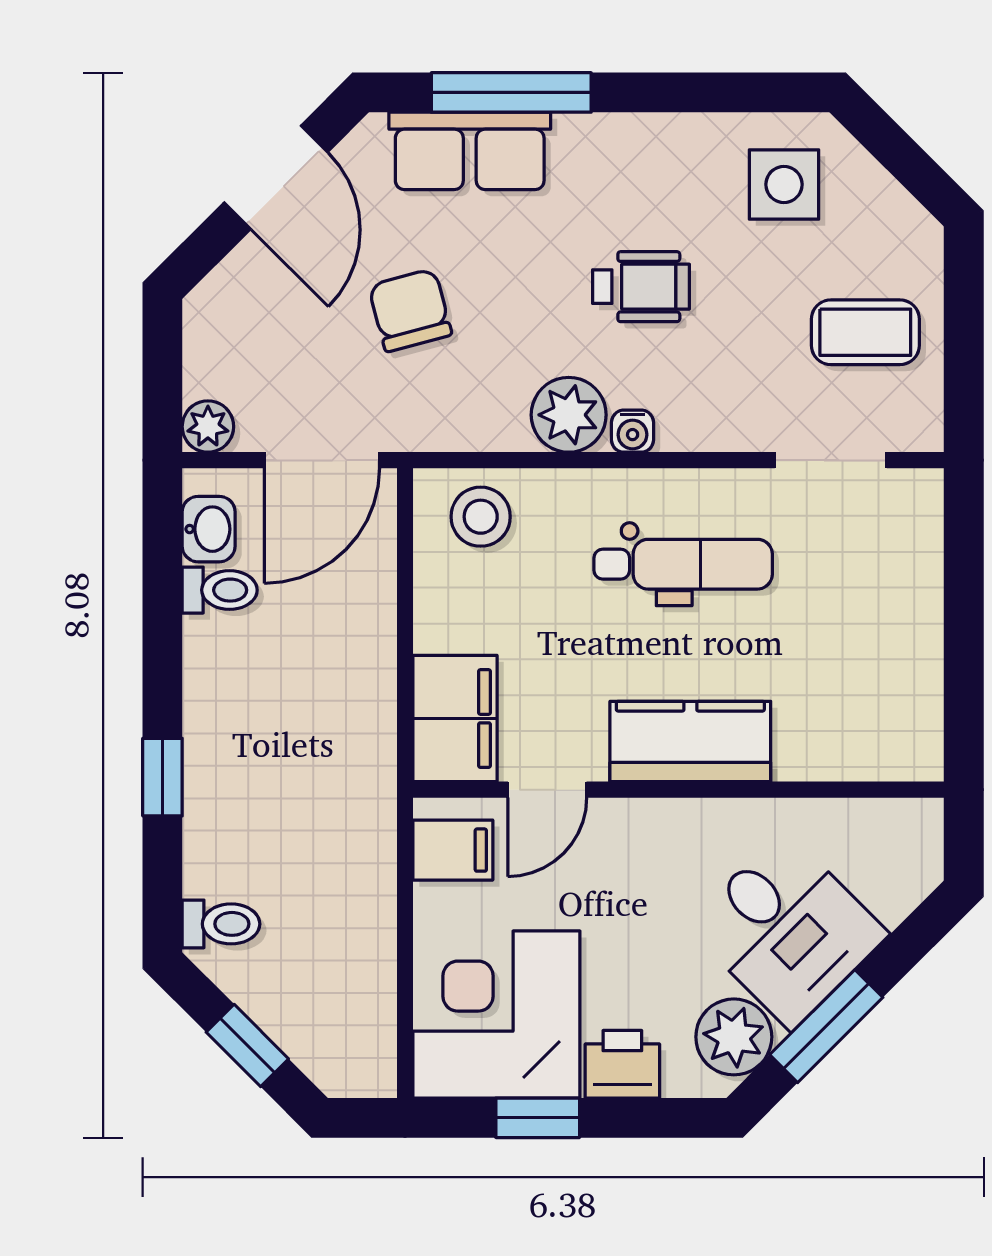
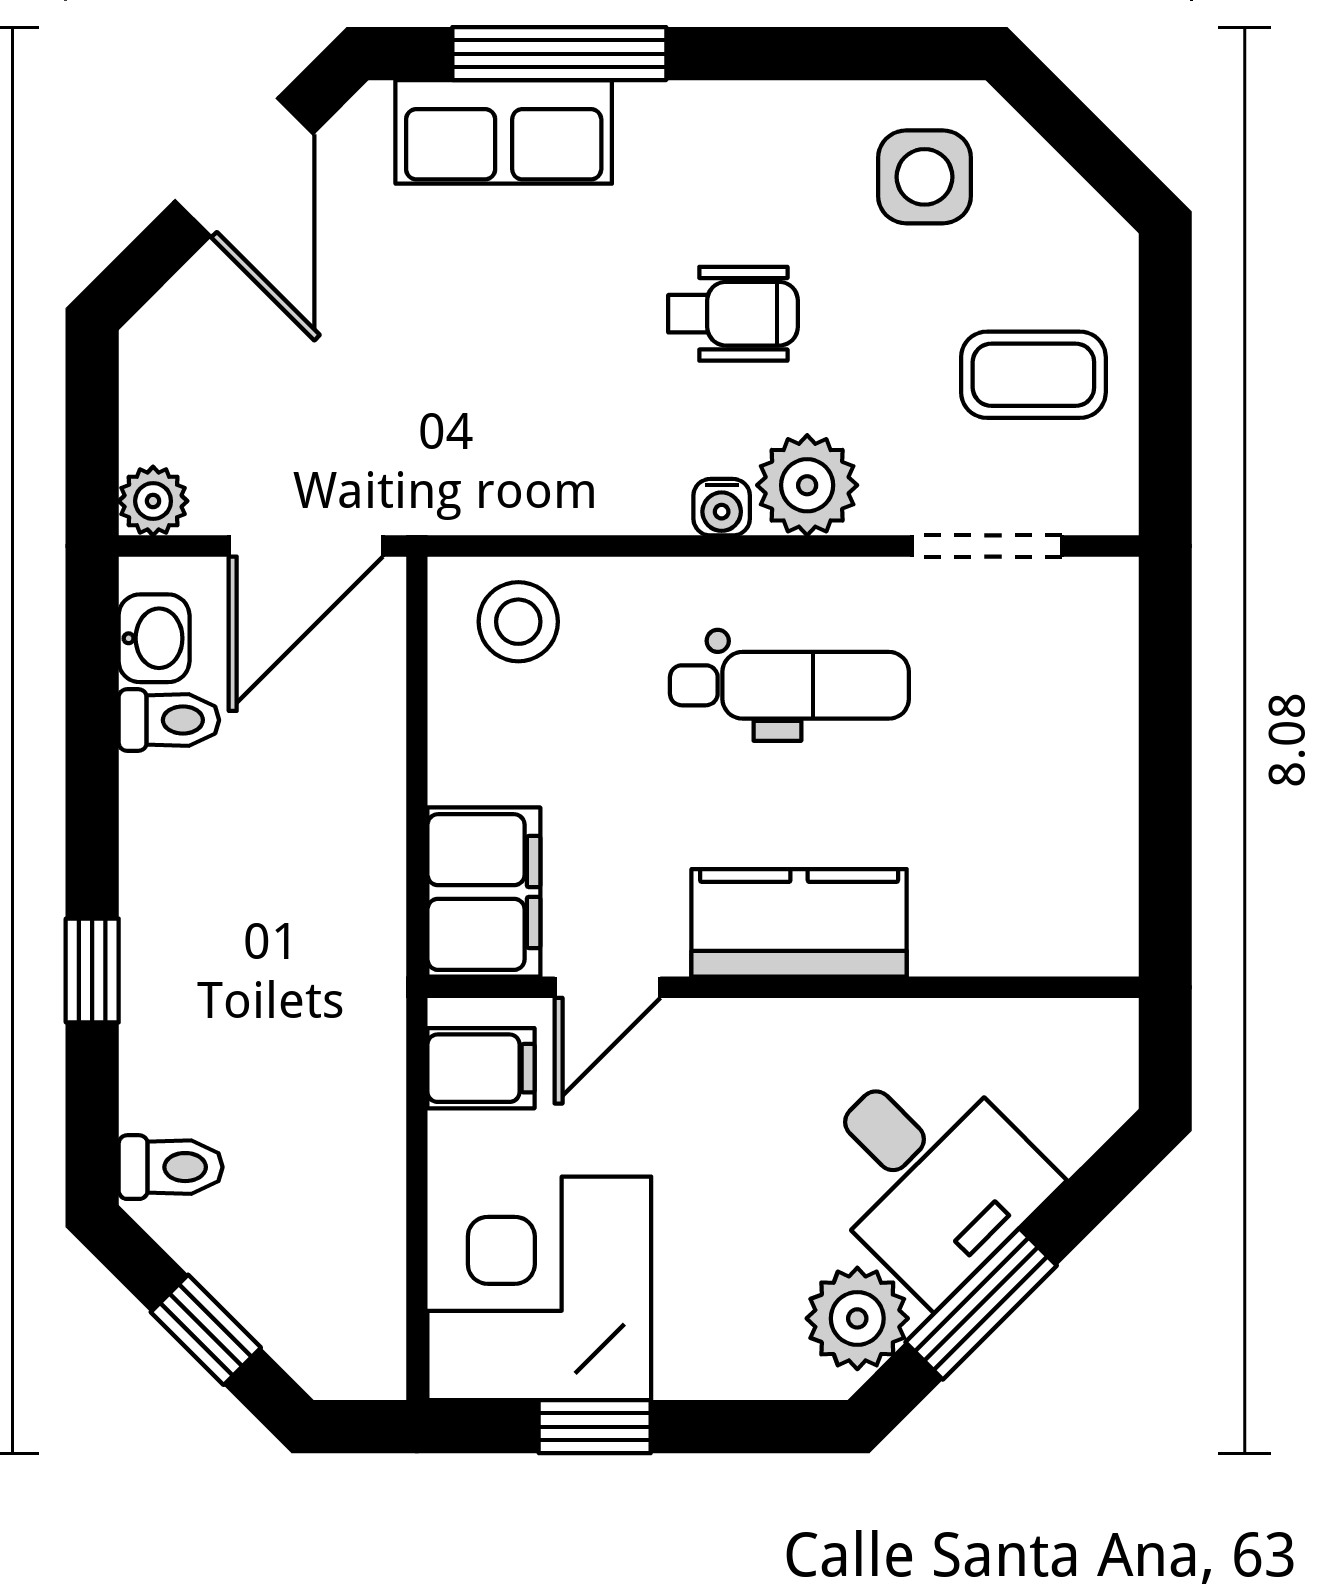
chair: (410, 310) -> (424, 345), removed
plant: (569, 415) -> (807, 485), moved
printer: (622, 1064) -> (708, 1355), removed

